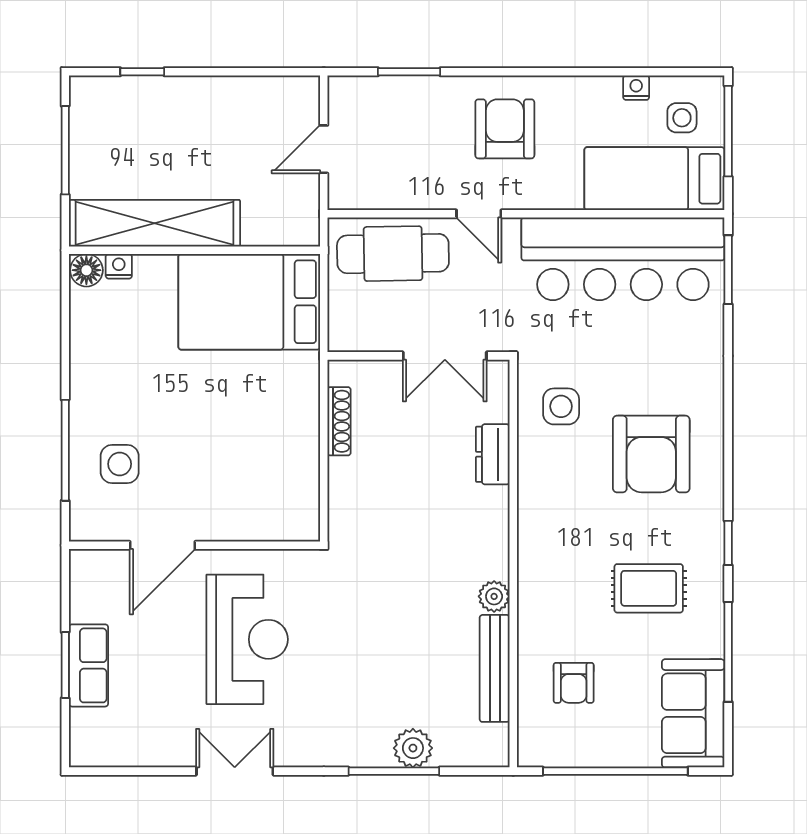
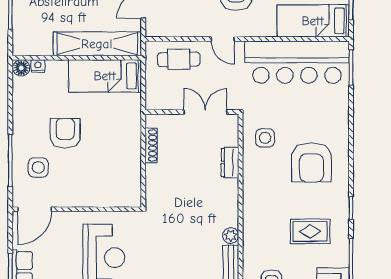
shelving: (155, 223) -> (97, 44), moved
cafe table: (393, 254) -> (179, 59), width x0.73, depth x0.74
bed: (249, 302) -> (105, 76), width x0.67
double door: (445, 356) -> (205, 112), swing flipped
armchair: (172, 397) -> (65, 133), added
door: (162, 545) -> (35, 209), moved

